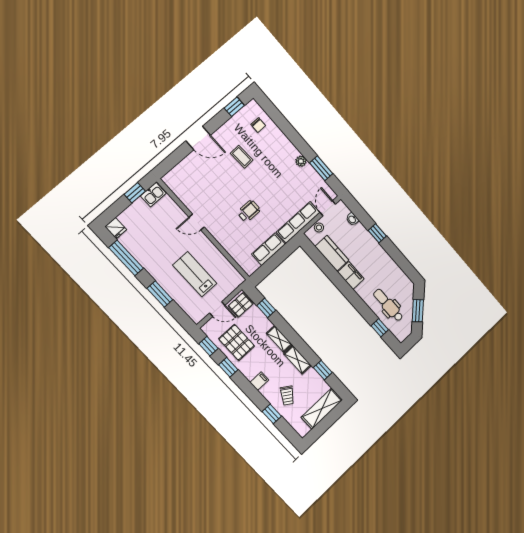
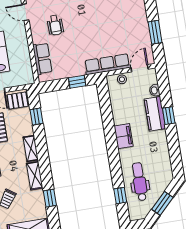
plant: (301, 161) -> (142, 16), removed
wheelchair: (249, 211) -> (55, 25), moved, turned 89
row of seats: (268, 249) -> (42, 59), moved, turned 90
kitchen counter: (332, 253) -> (155, 114), moved, turned 180
window: (282, 254) -> (77, 82), added

